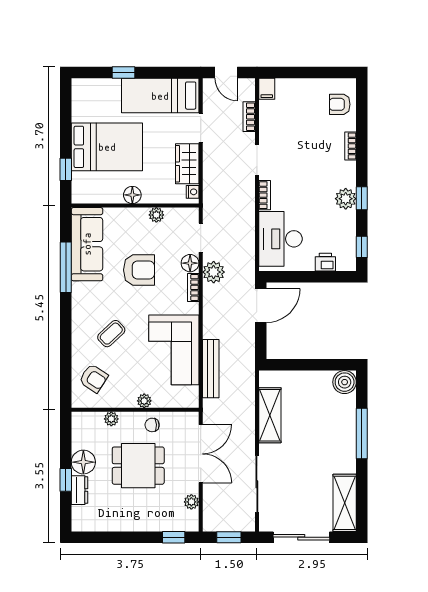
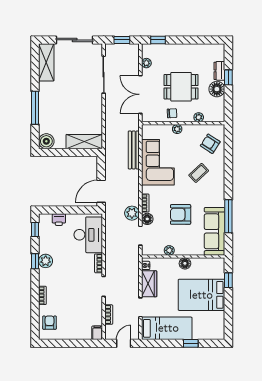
door: (226, 73) -> (124, 343), hinge flipped
armchair: (340, 104) -> (50, 323), turned -90
shelving: (270, 415) -> (84, 142), moved, turned 90

